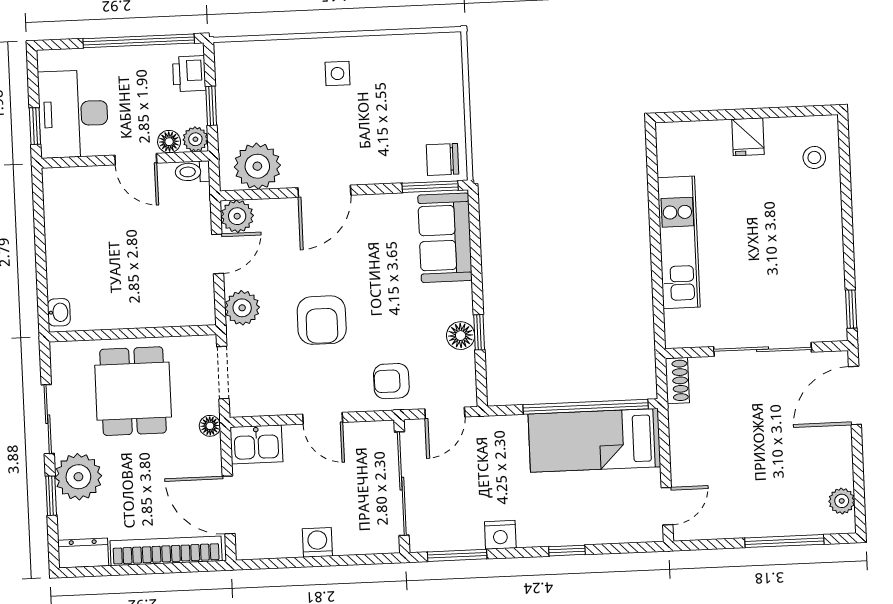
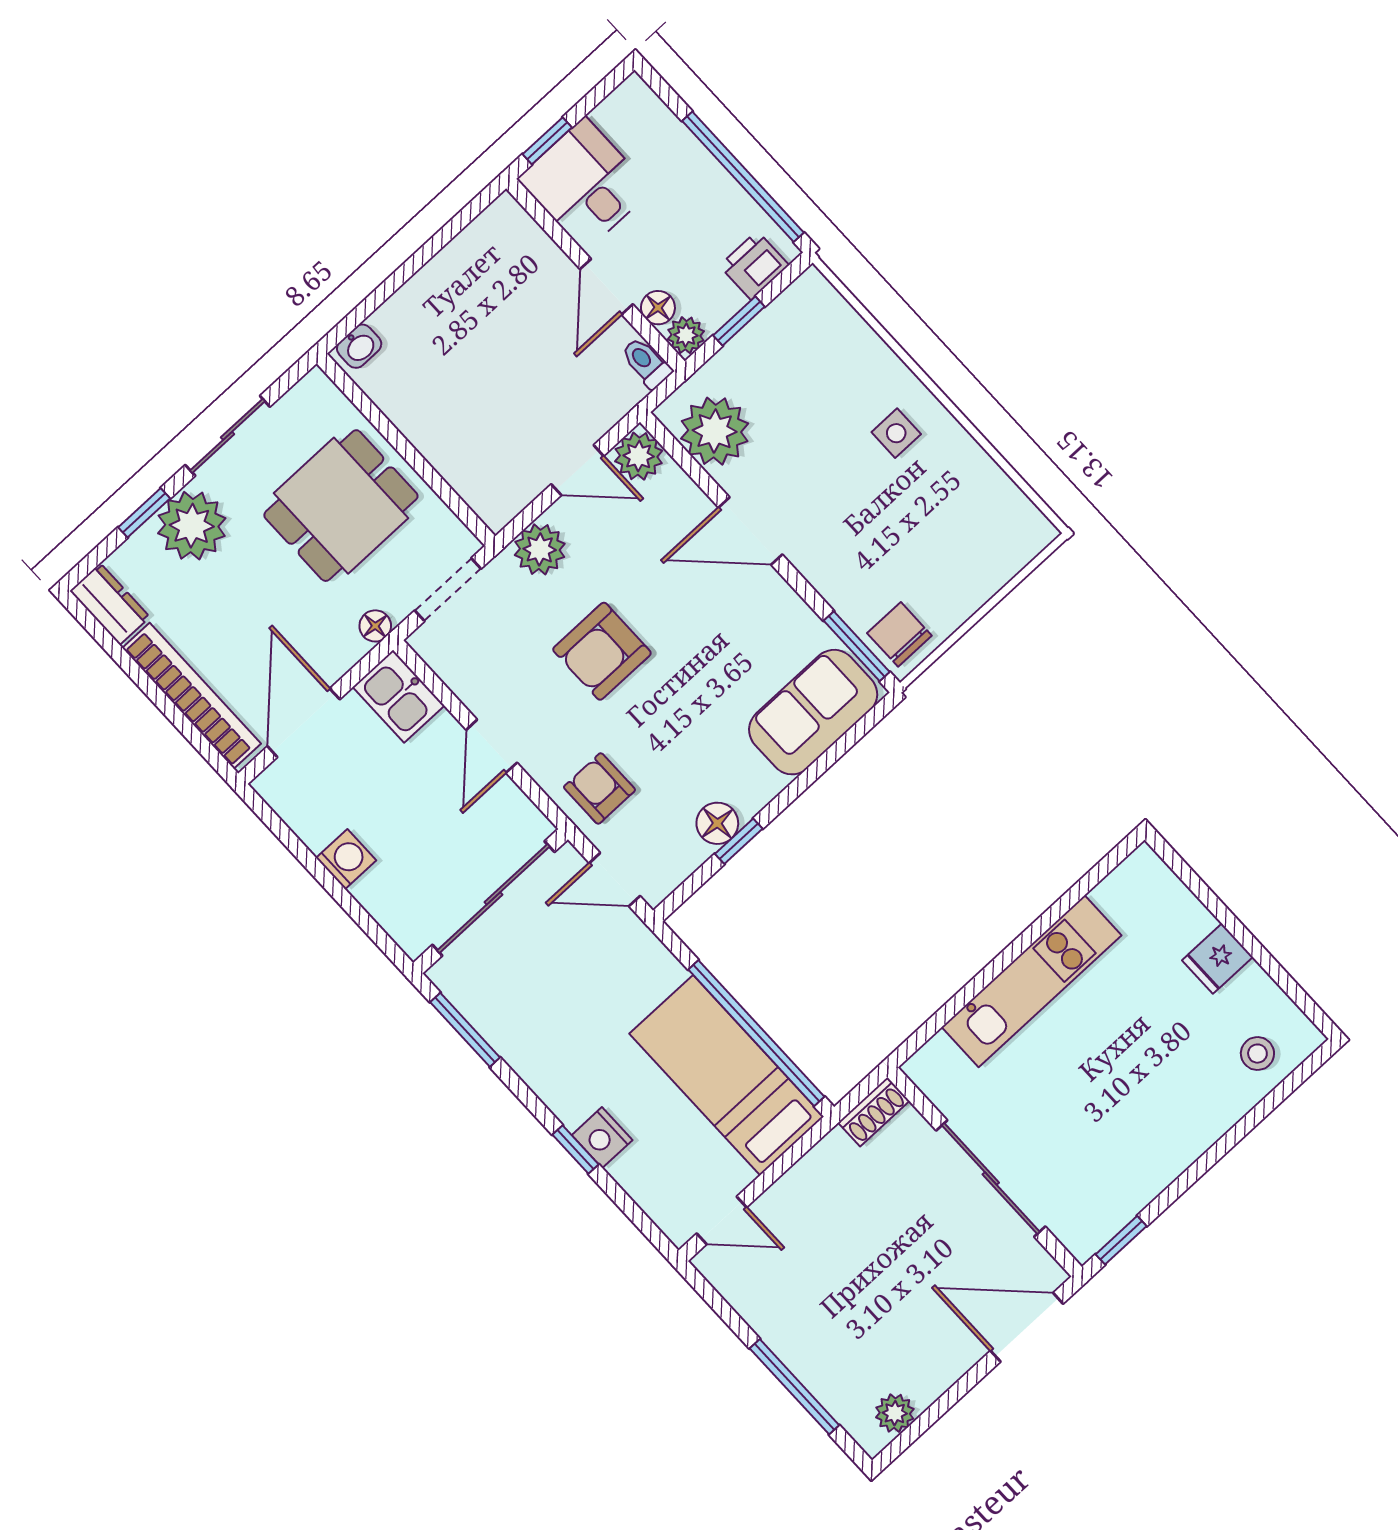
desk: (73, 114) -> (585, 184), width x0.73
nightstand: (500, 535) -> (602, 1138), moved

